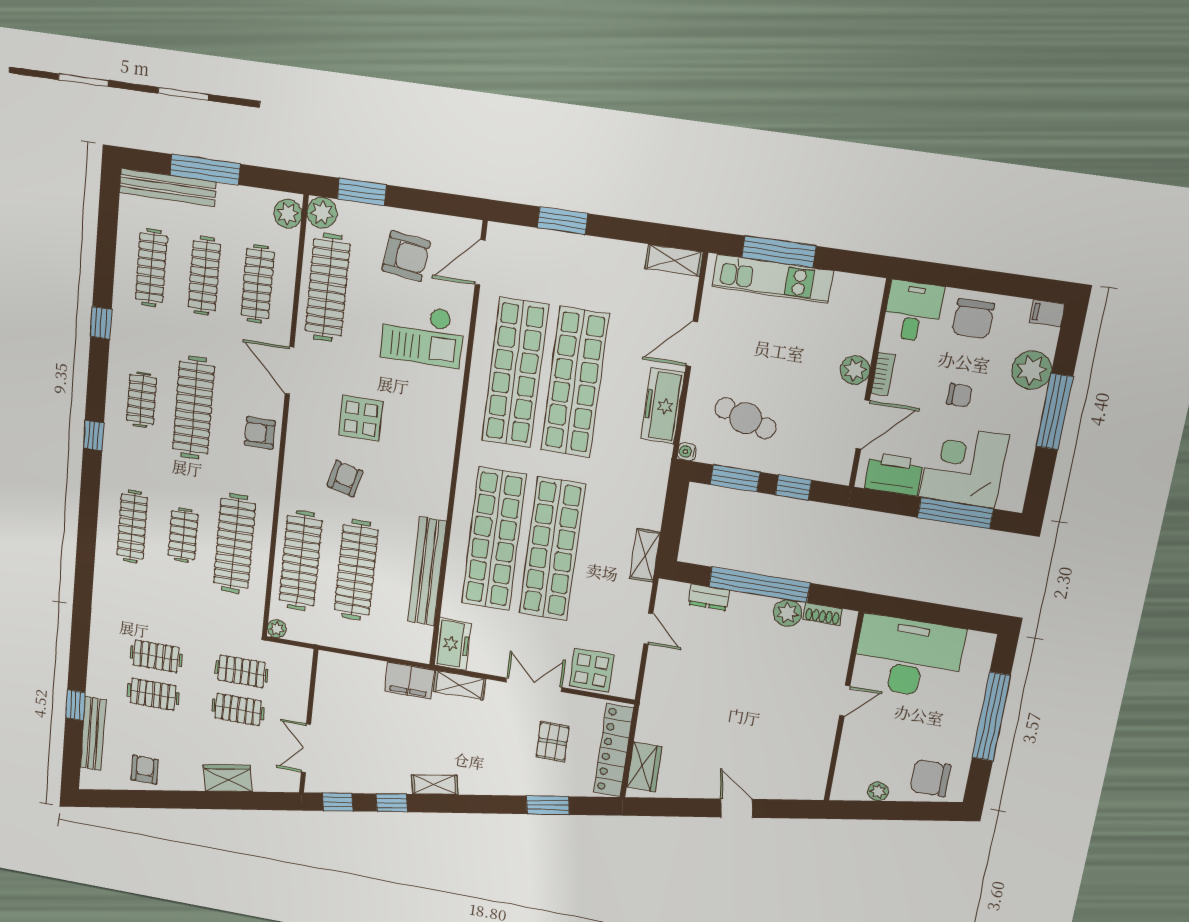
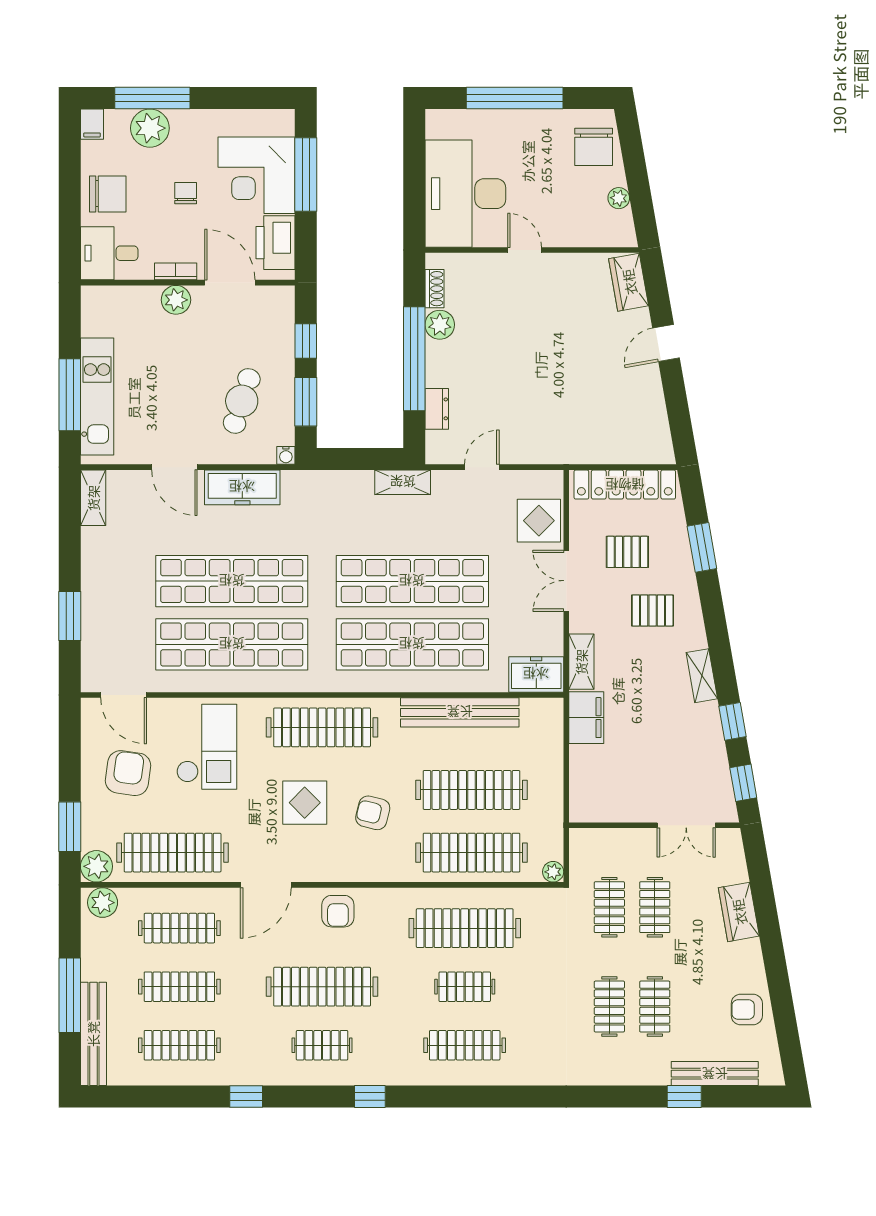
window: (1054, 412) -> (152, 98), moved
clothes rail: (428, 445) -> (322, 727), added
pallet: (497, 754) -> (653, 611), added
wardrobe: (644, 767) -> (629, 282), moved, turned -100

